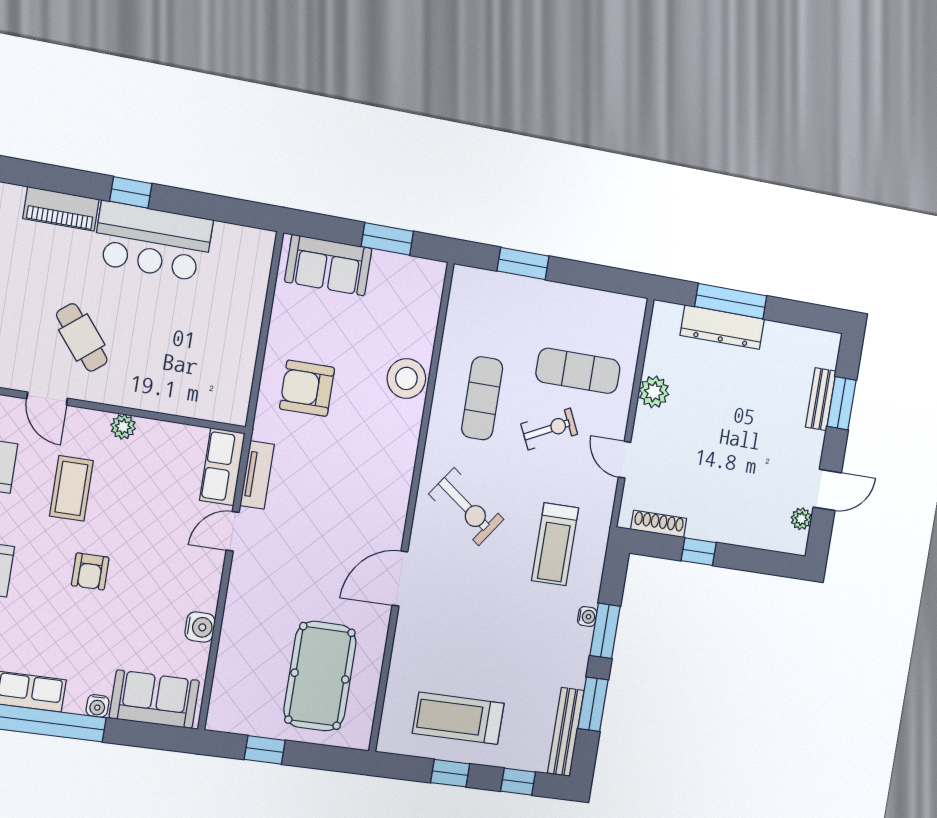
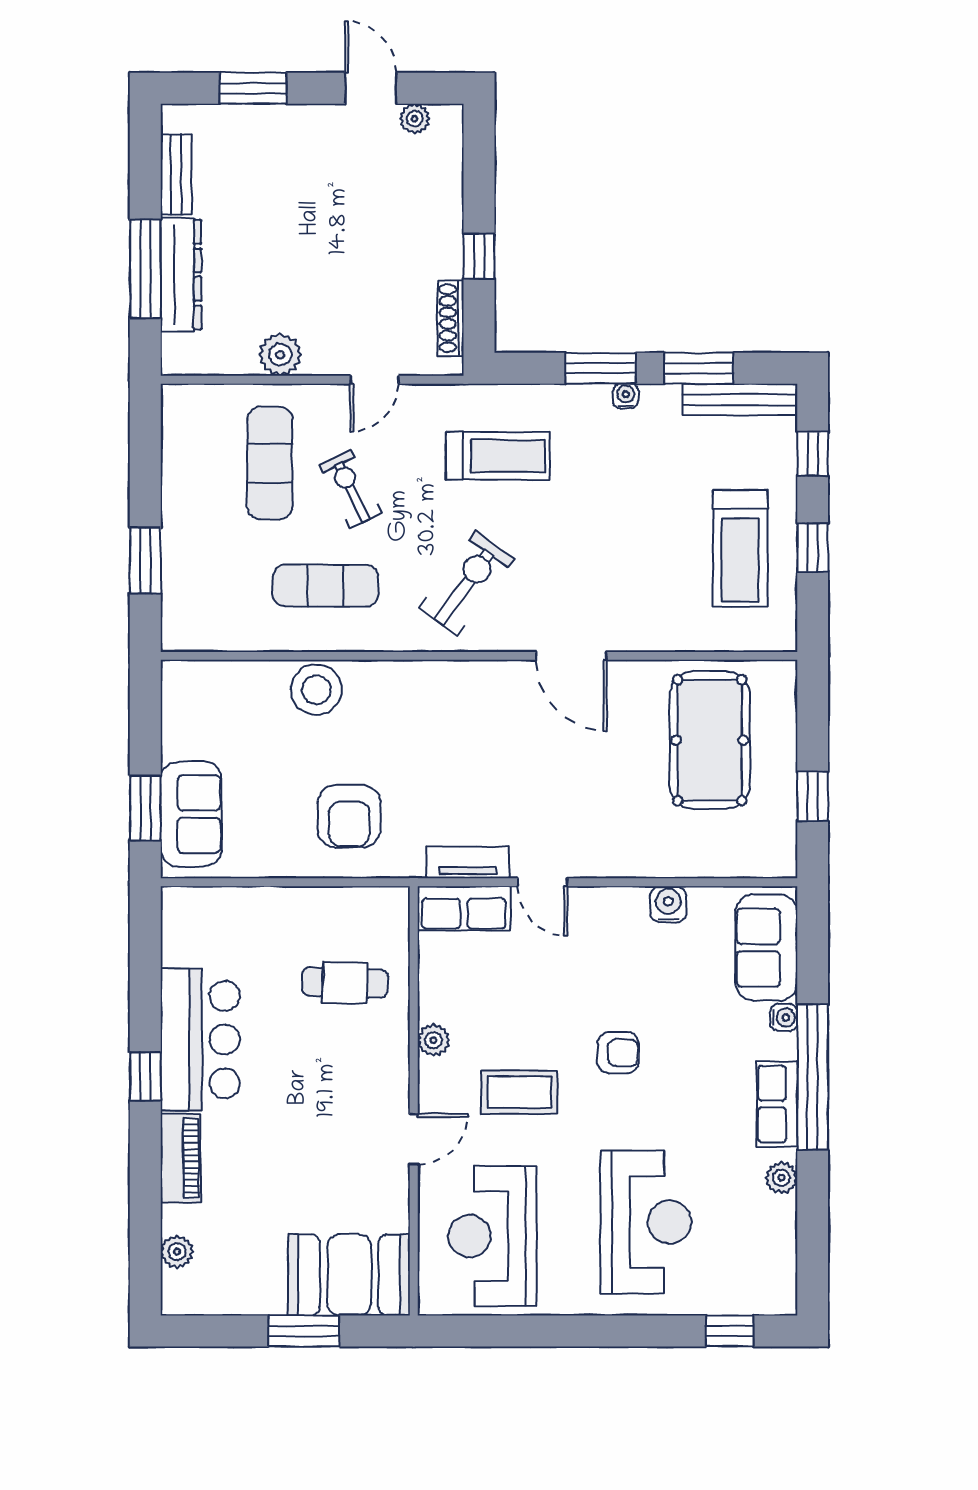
window: (387, 239) -> (145, 808), moved
cafe table: (82, 337) -> (345, 983), moved, turned 41
bench: (821, 399) -> (176, 174), moved, turned 90
water cooler: (587, 617) -> (626, 396), moved
pool table: (320, 676) -> (710, 740), turned 90

